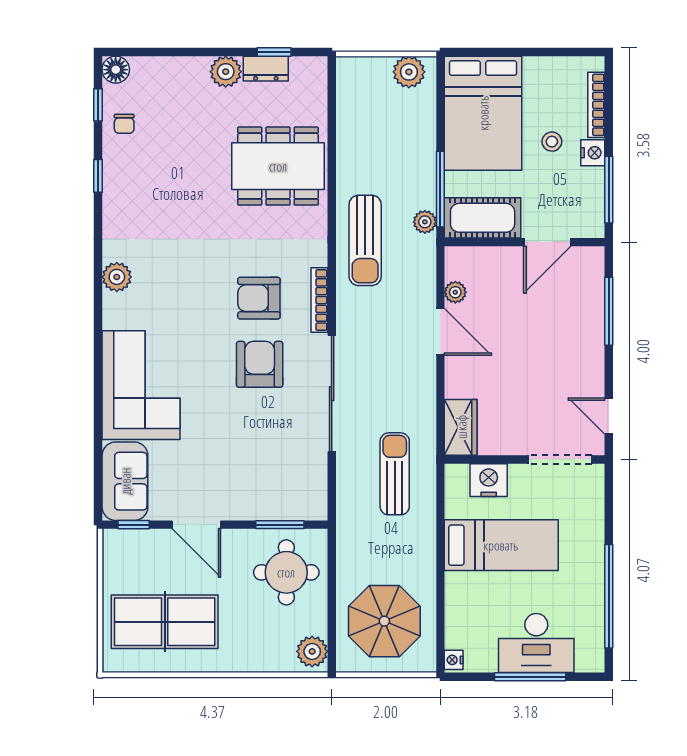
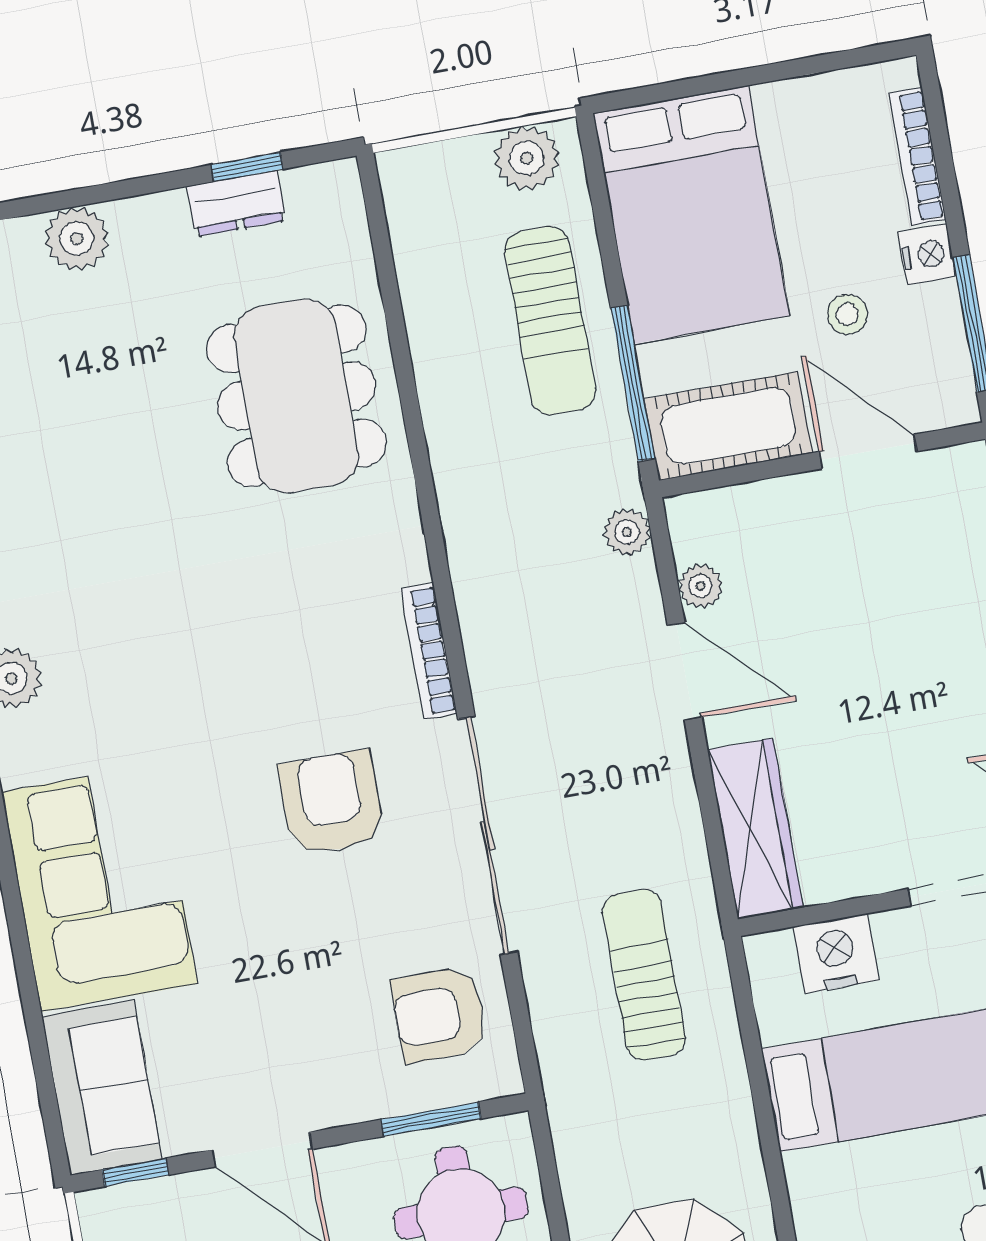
plant: (226, 72) -> (77, 238), moved
stool: (552, 142) -> (847, 314), moved
dining table: (278, 166) -> (296, 396), turned 90
plant: (425, 222) -> (627, 532), moved
sun lounger: (365, 240) -> (550, 321), moved
door: (547, 242) -> (868, 452), swing flipped
armchair: (259, 298) -> (439, 1015), moved
wardrobe: (461, 427) -> (755, 829), width x1.50

